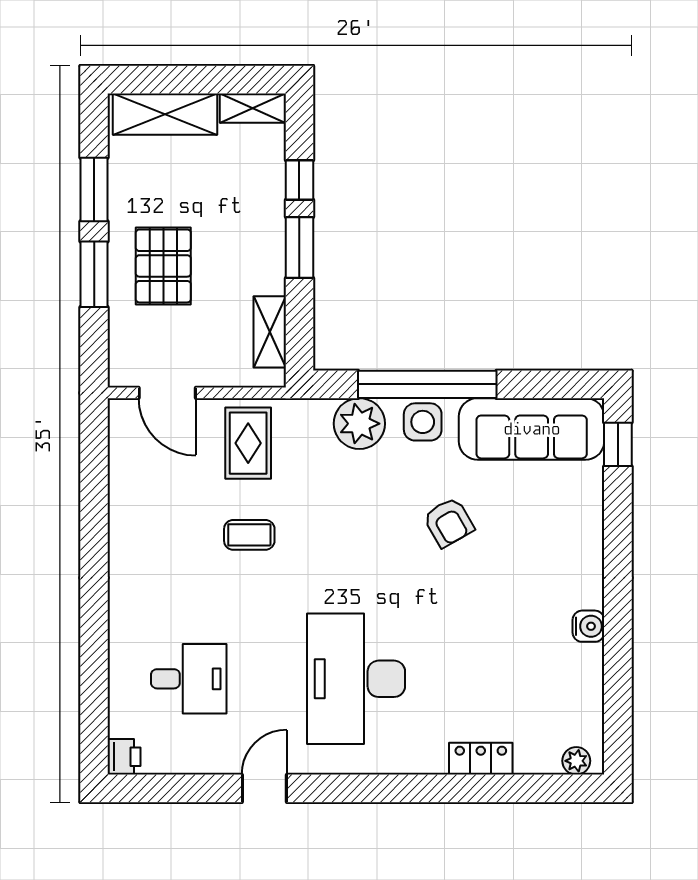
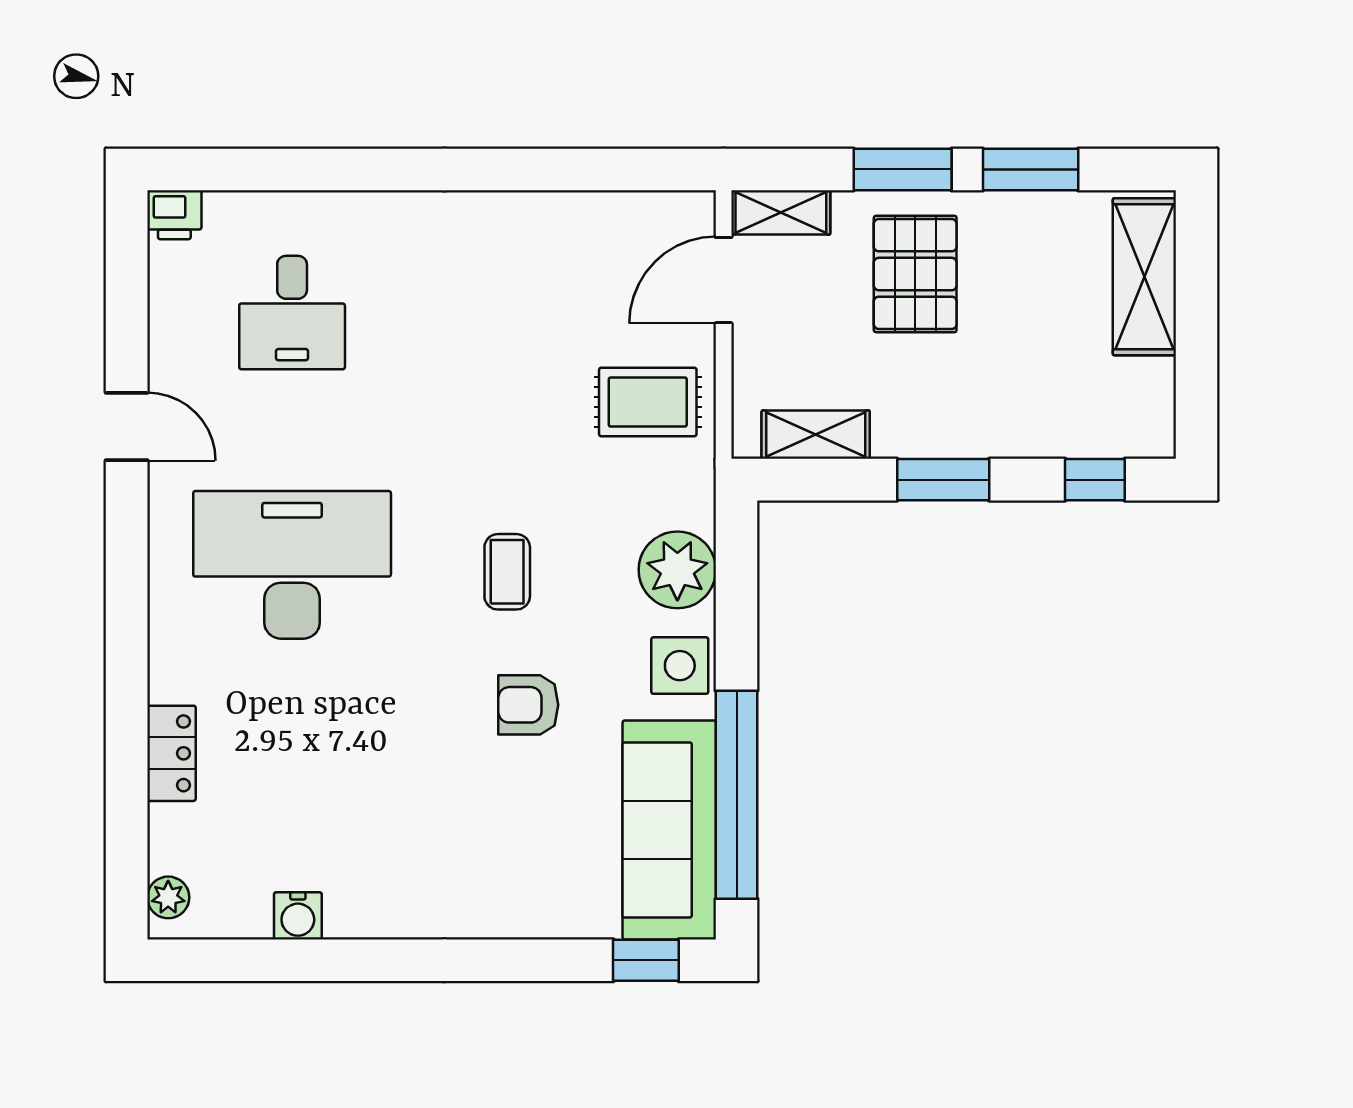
shelving: (253, 108) -> (781, 212), moved, turned 90
window: (299, 180) -> (1095, 480), moved
pallet: (163, 266) -> (915, 274), turned 90
window: (427, 384) -> (737, 795), moved
armchair: (449, 522) -> (528, 705), turned 30
coffee table: (249, 535) -> (507, 572), moved
water cooler: (588, 626) -> (298, 916), moved

